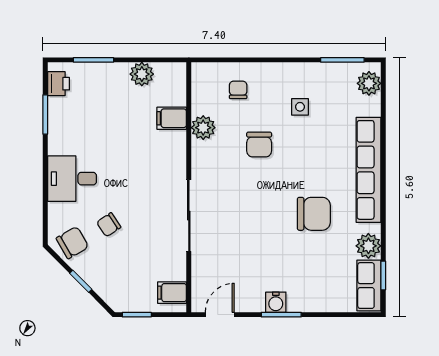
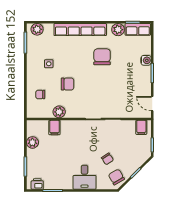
water cooler: (276, 302) -> (146, 60), moved

